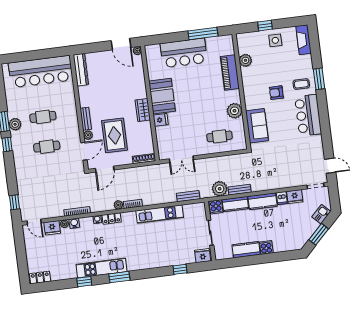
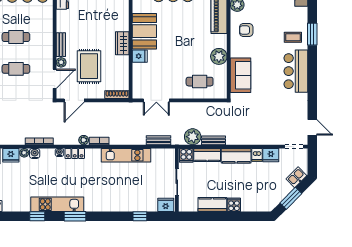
armchair: (276, 93) -> (246, 30), moved

